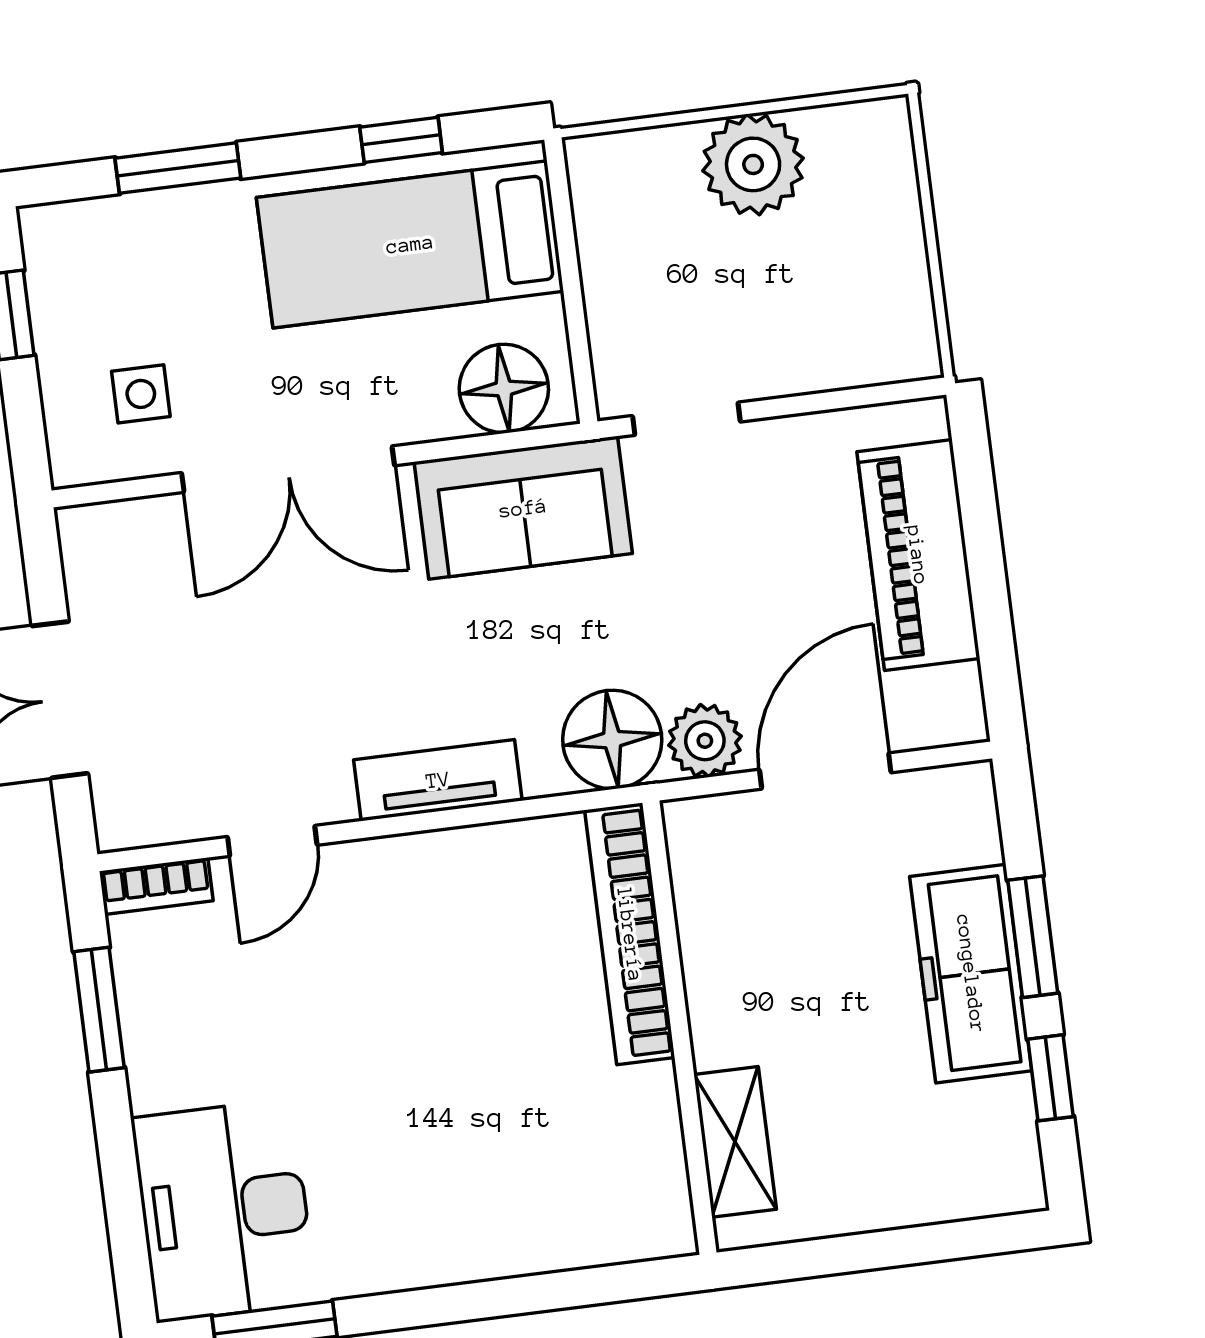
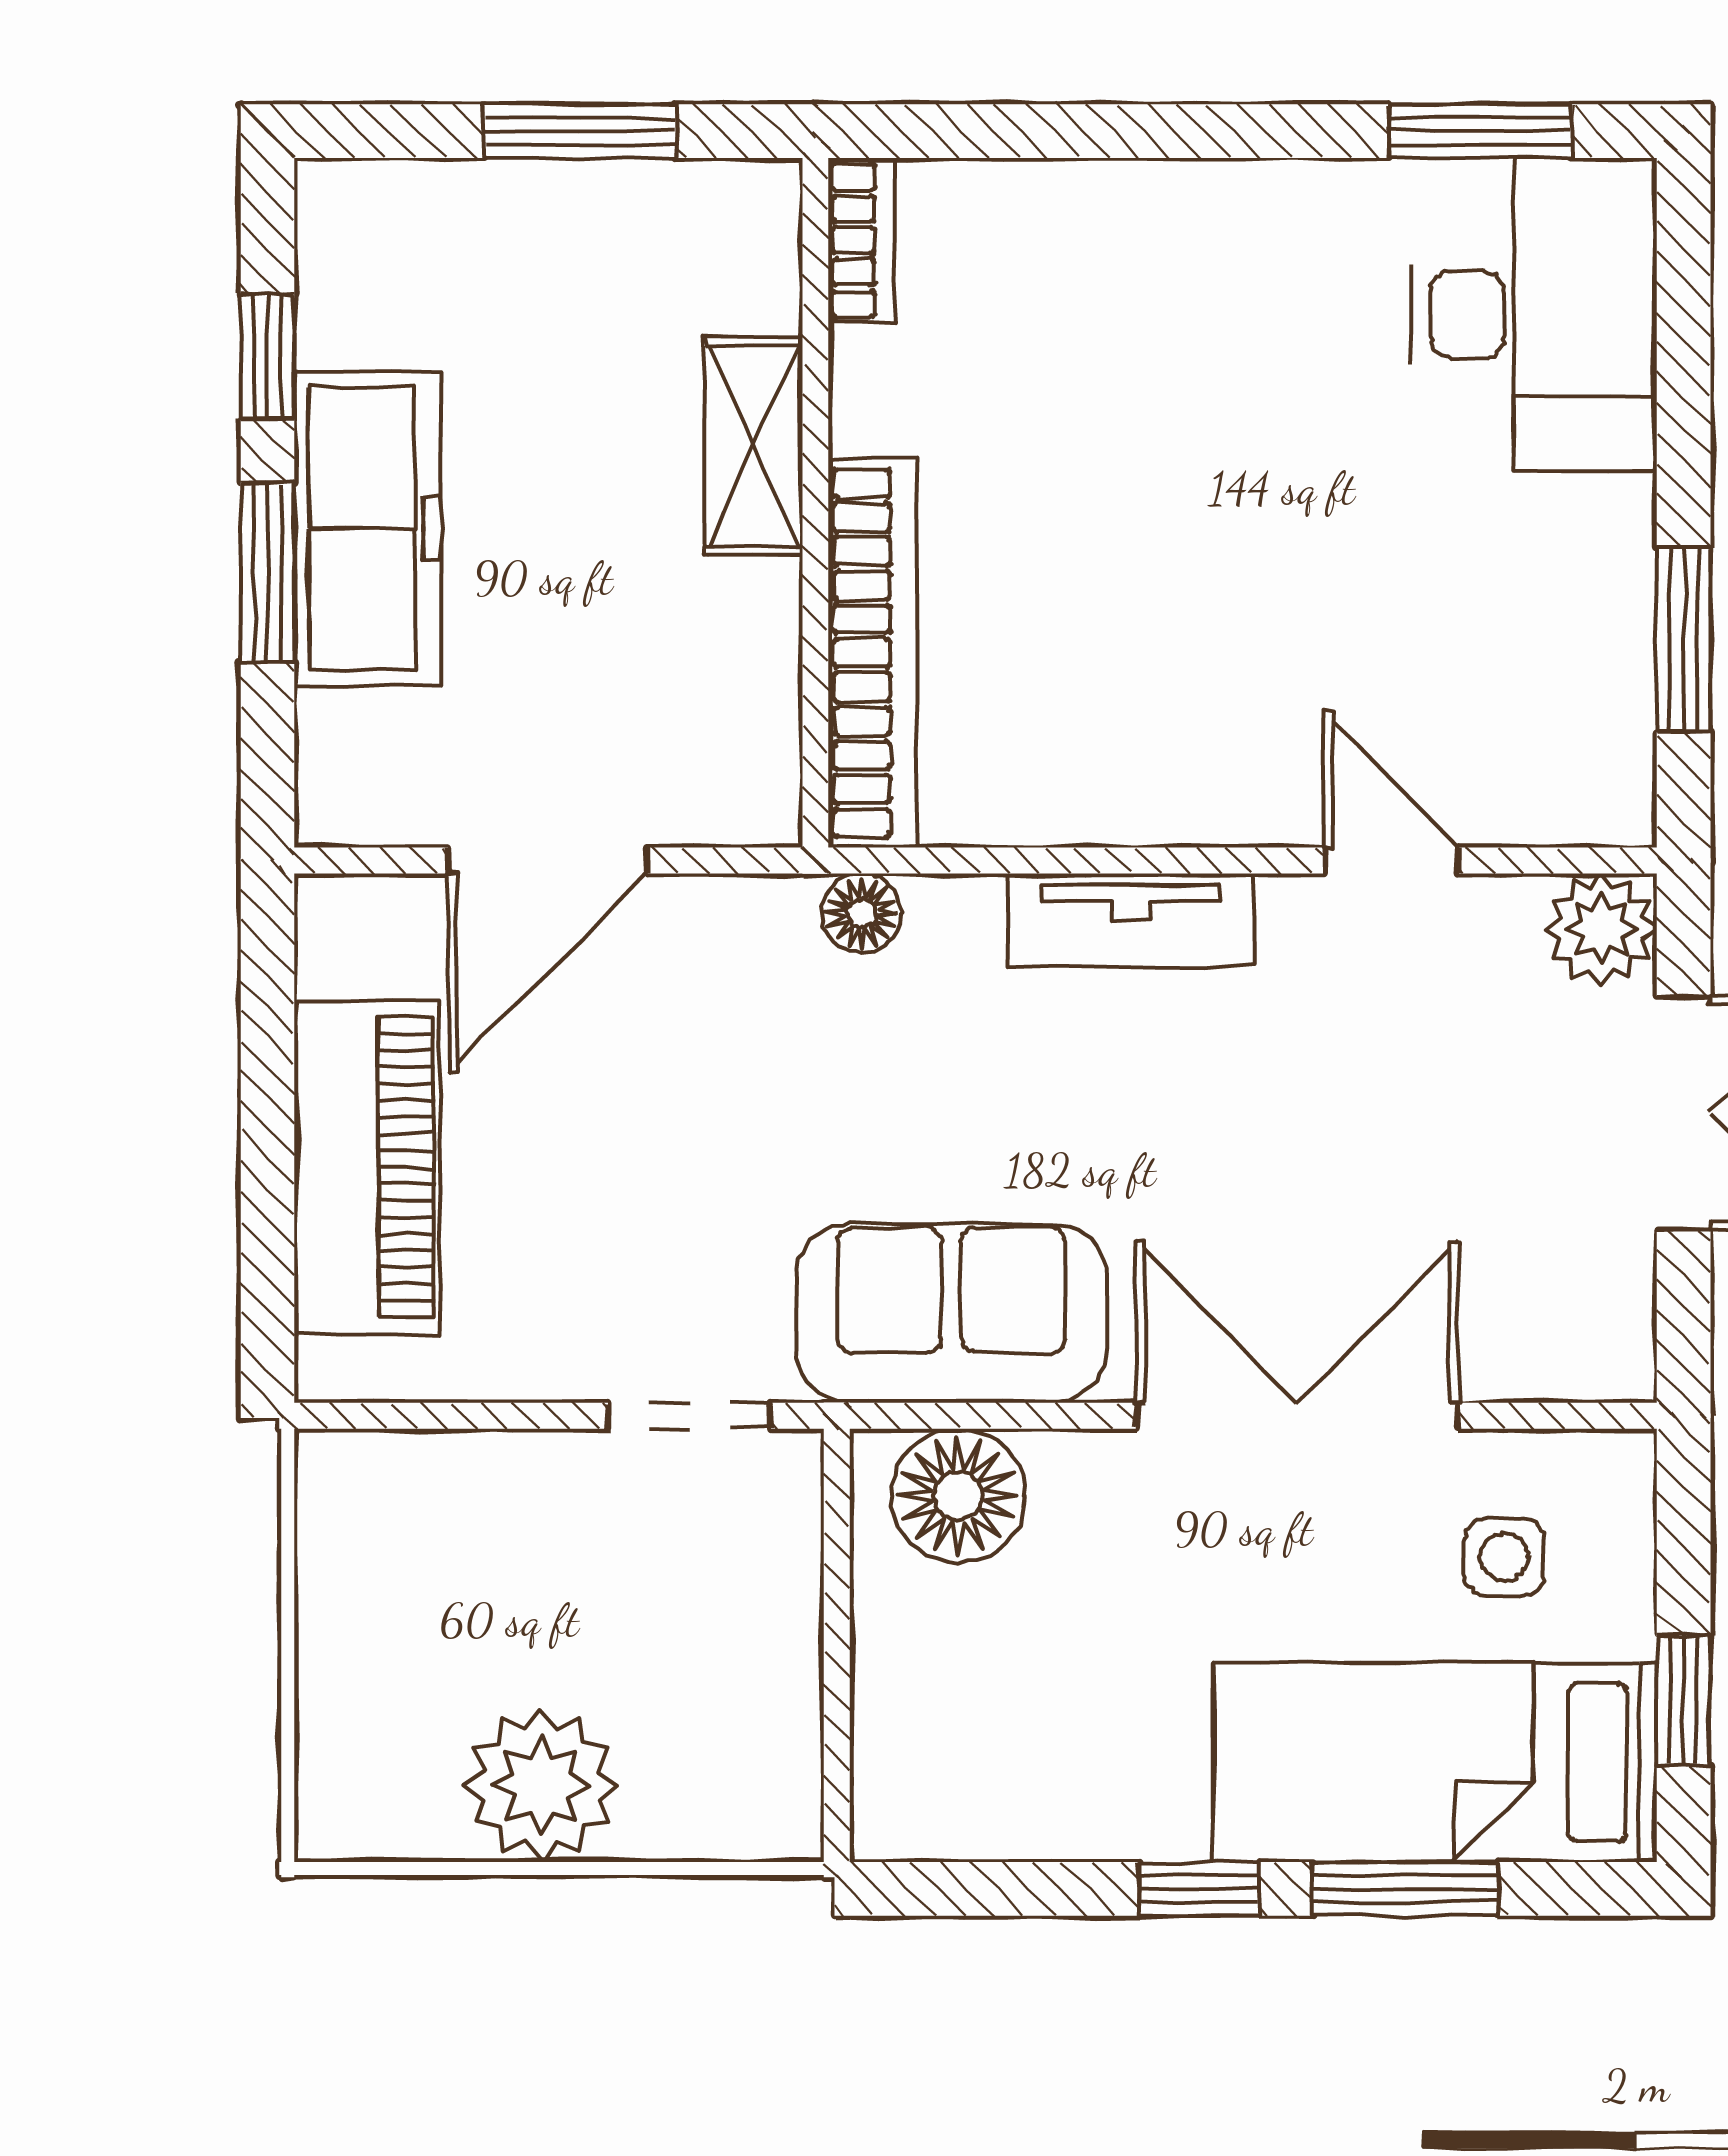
window: (401, 140) -> (1199, 1889), moved
bed: (410, 244) -> (1435, 1762), moved, turned 180
floor lamp: (612, 740) -> (862, 913), width x0.53, depth x0.53
plant: (705, 741) -> (1601, 929), moved
door: (272, 841) -> (1392, 860), hinge flipped
bookcase: (156, 886) -> (861, 240), moved, turned 90
shelving: (735, 1142) -> (753, 446), moved
window: (864, 1252) -> (580, 131), added

